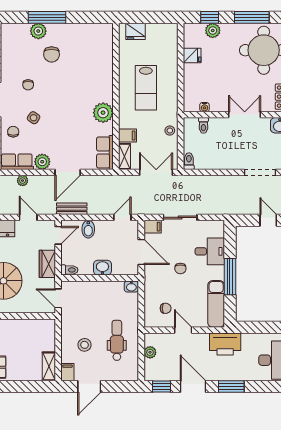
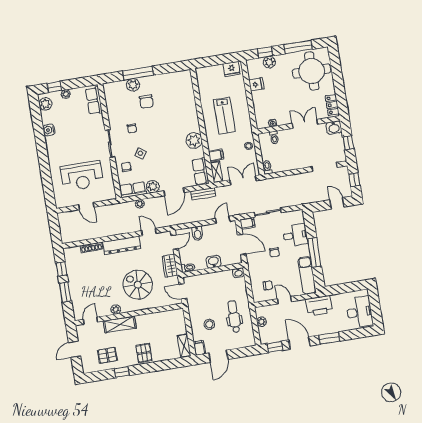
fridge: (135, 31) -> (232, 69), moved
bench: (72, 209) -> (203, 194), moved

